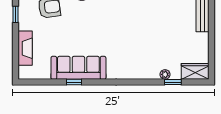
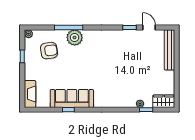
fireplace: (25, 48) -> (30, 94), moved

